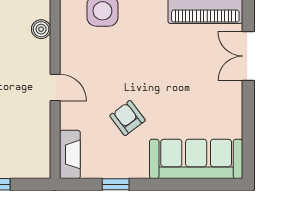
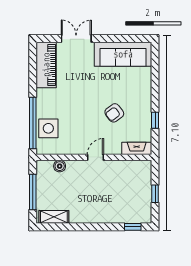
double door: (248, 56) -> (76, 39), swing flipped
sofa: (196, 159) -> (123, 54), moved, turned -90

